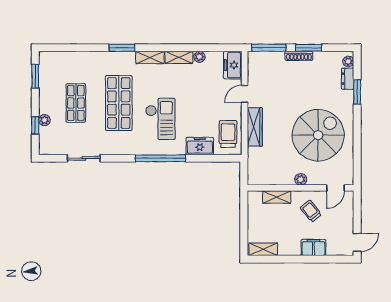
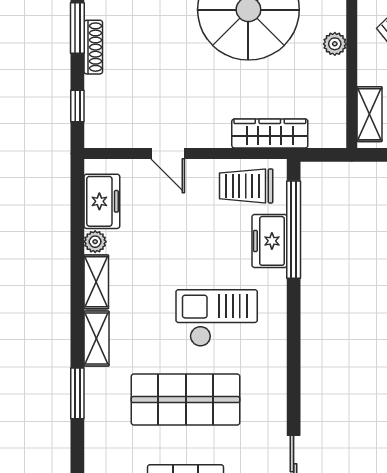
window: (269, 48) -> (77, 106), width x0.46
freezer: (233, 65) -> (102, 201), moved, turned -90
wardrobe: (255, 127) -> (270, 133), moved
window: (160, 158) -> (294, 230), moved
shelving: (277, 197) -> (370, 114), moved

